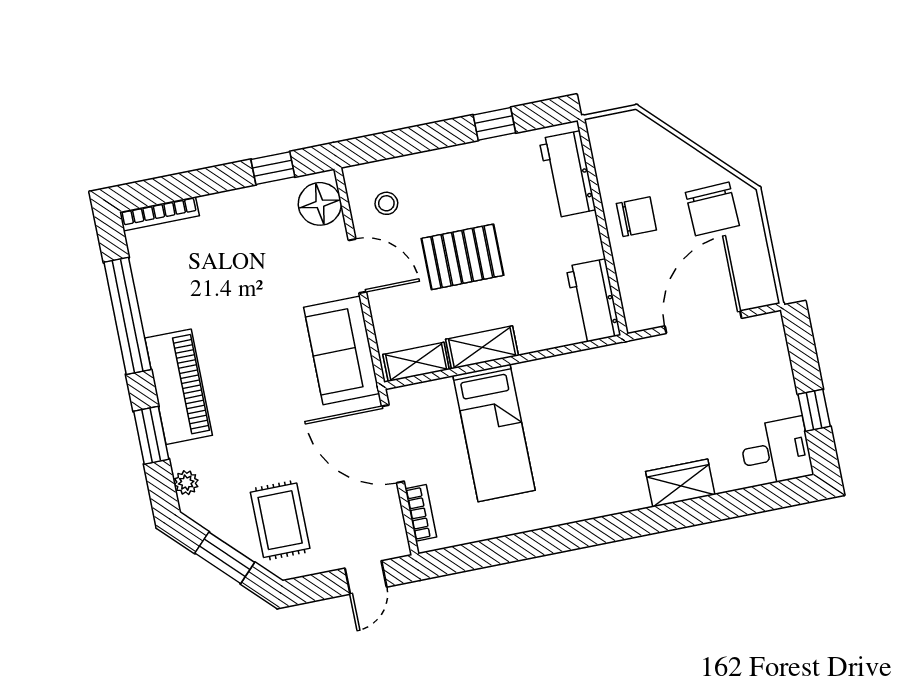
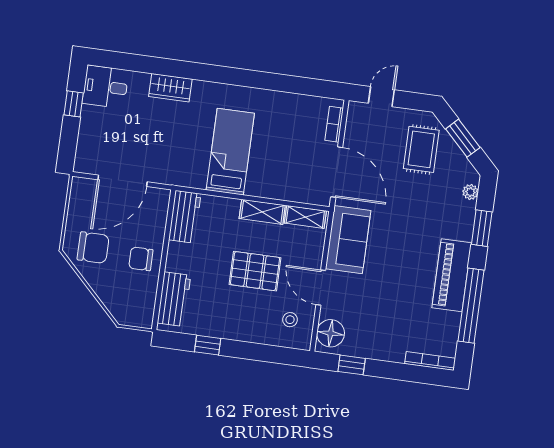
chair: (712, 209) -> (93, 248), turned 92
piano: (179, 387) -> (452, 275), moved
bed: (494, 433) -> (230, 152), moved

